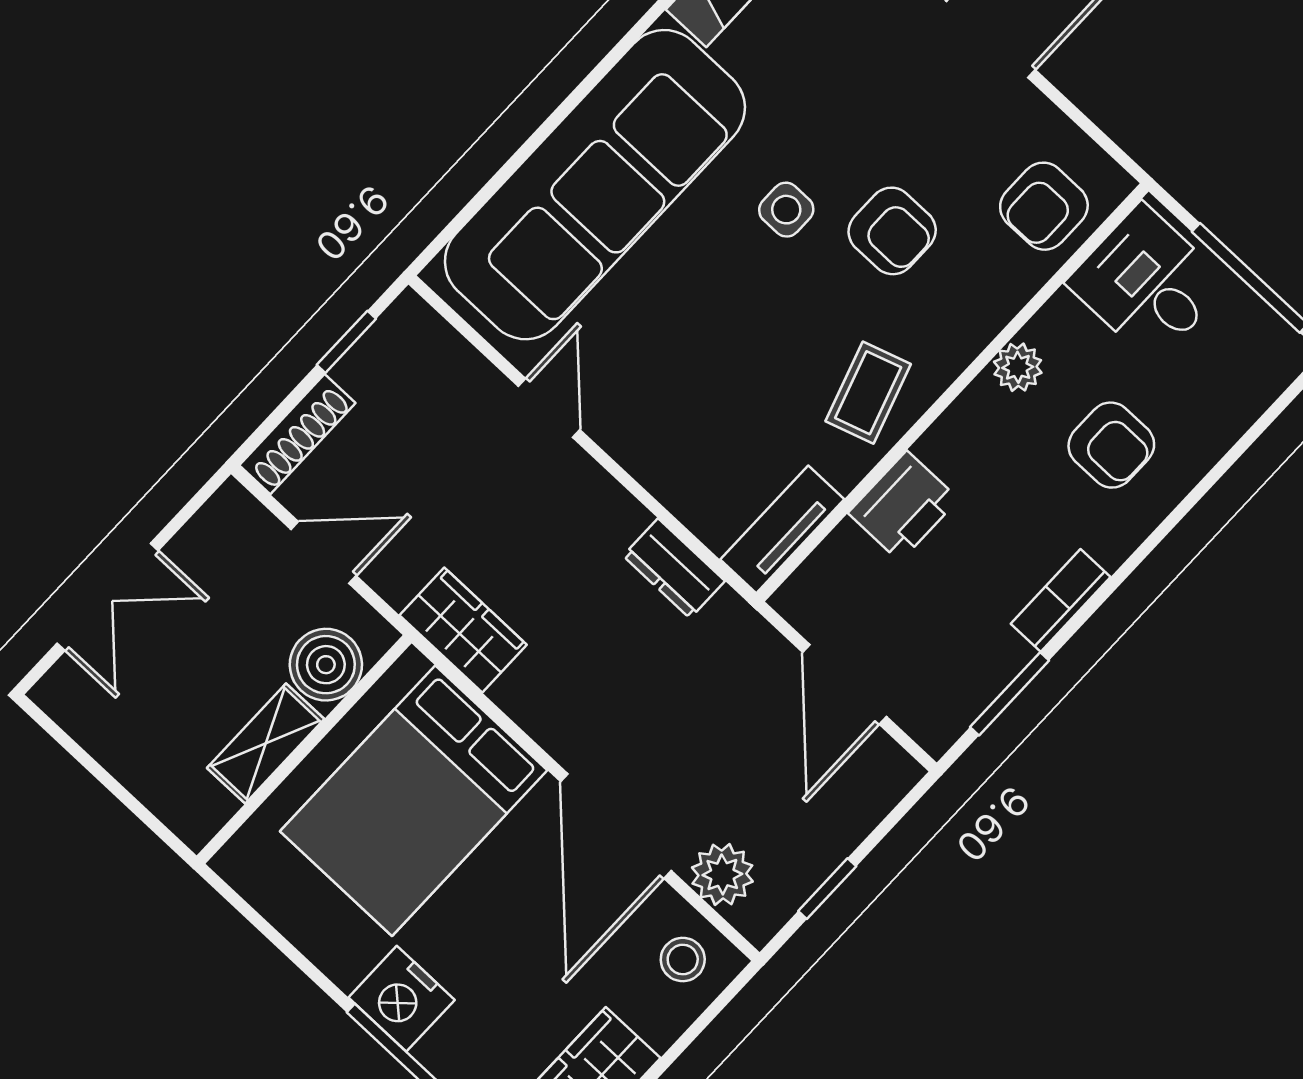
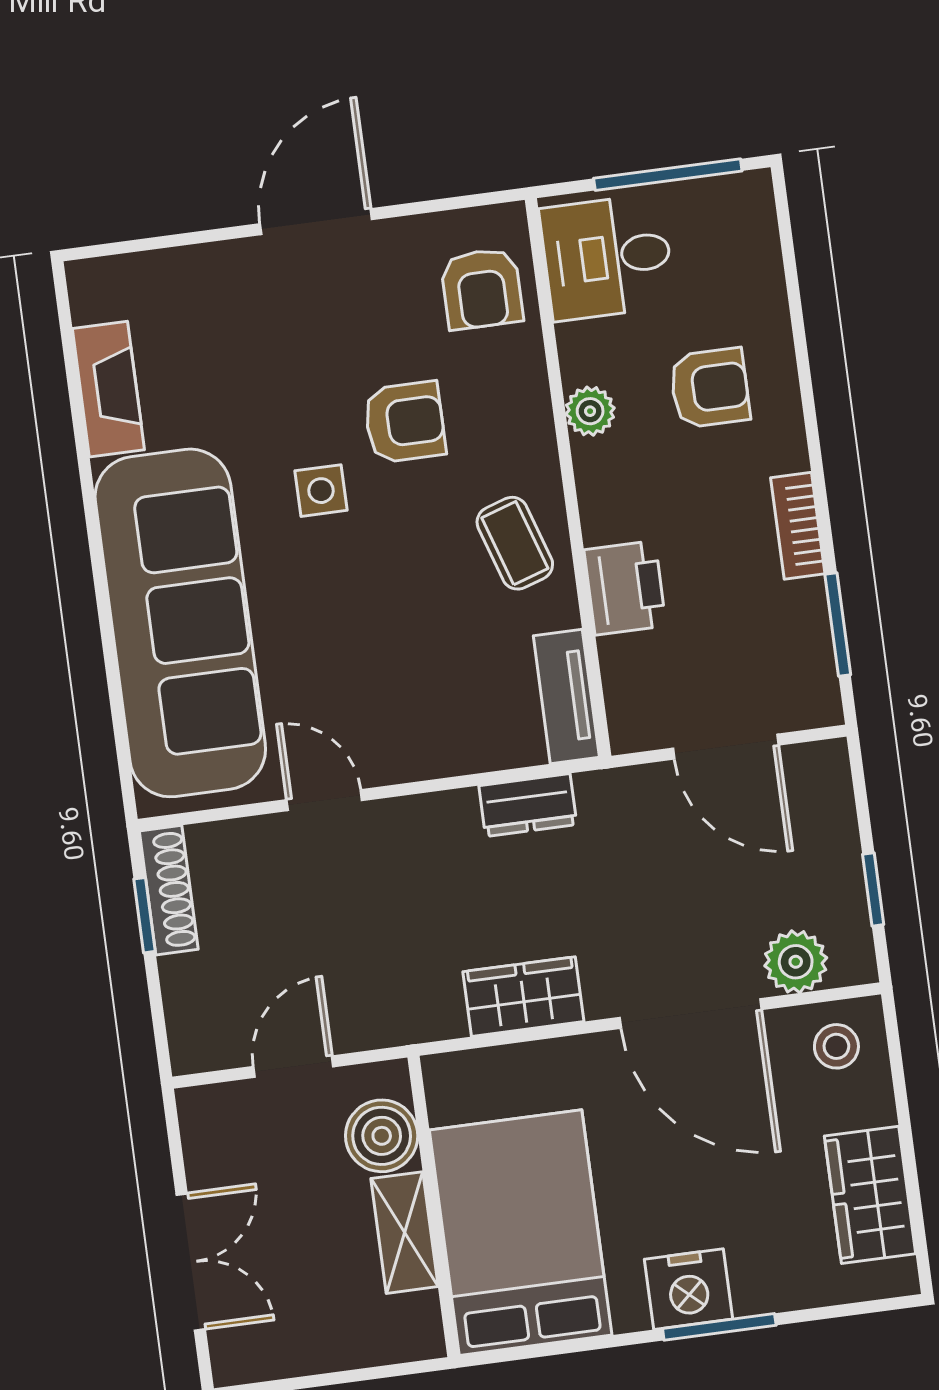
shoe rack: (297, 434) -> (169, 890), moved
wardrobe: (463, 630) -> (523, 997), moved
bed: (414, 801) -> (521, 1233), moved, turned 180

